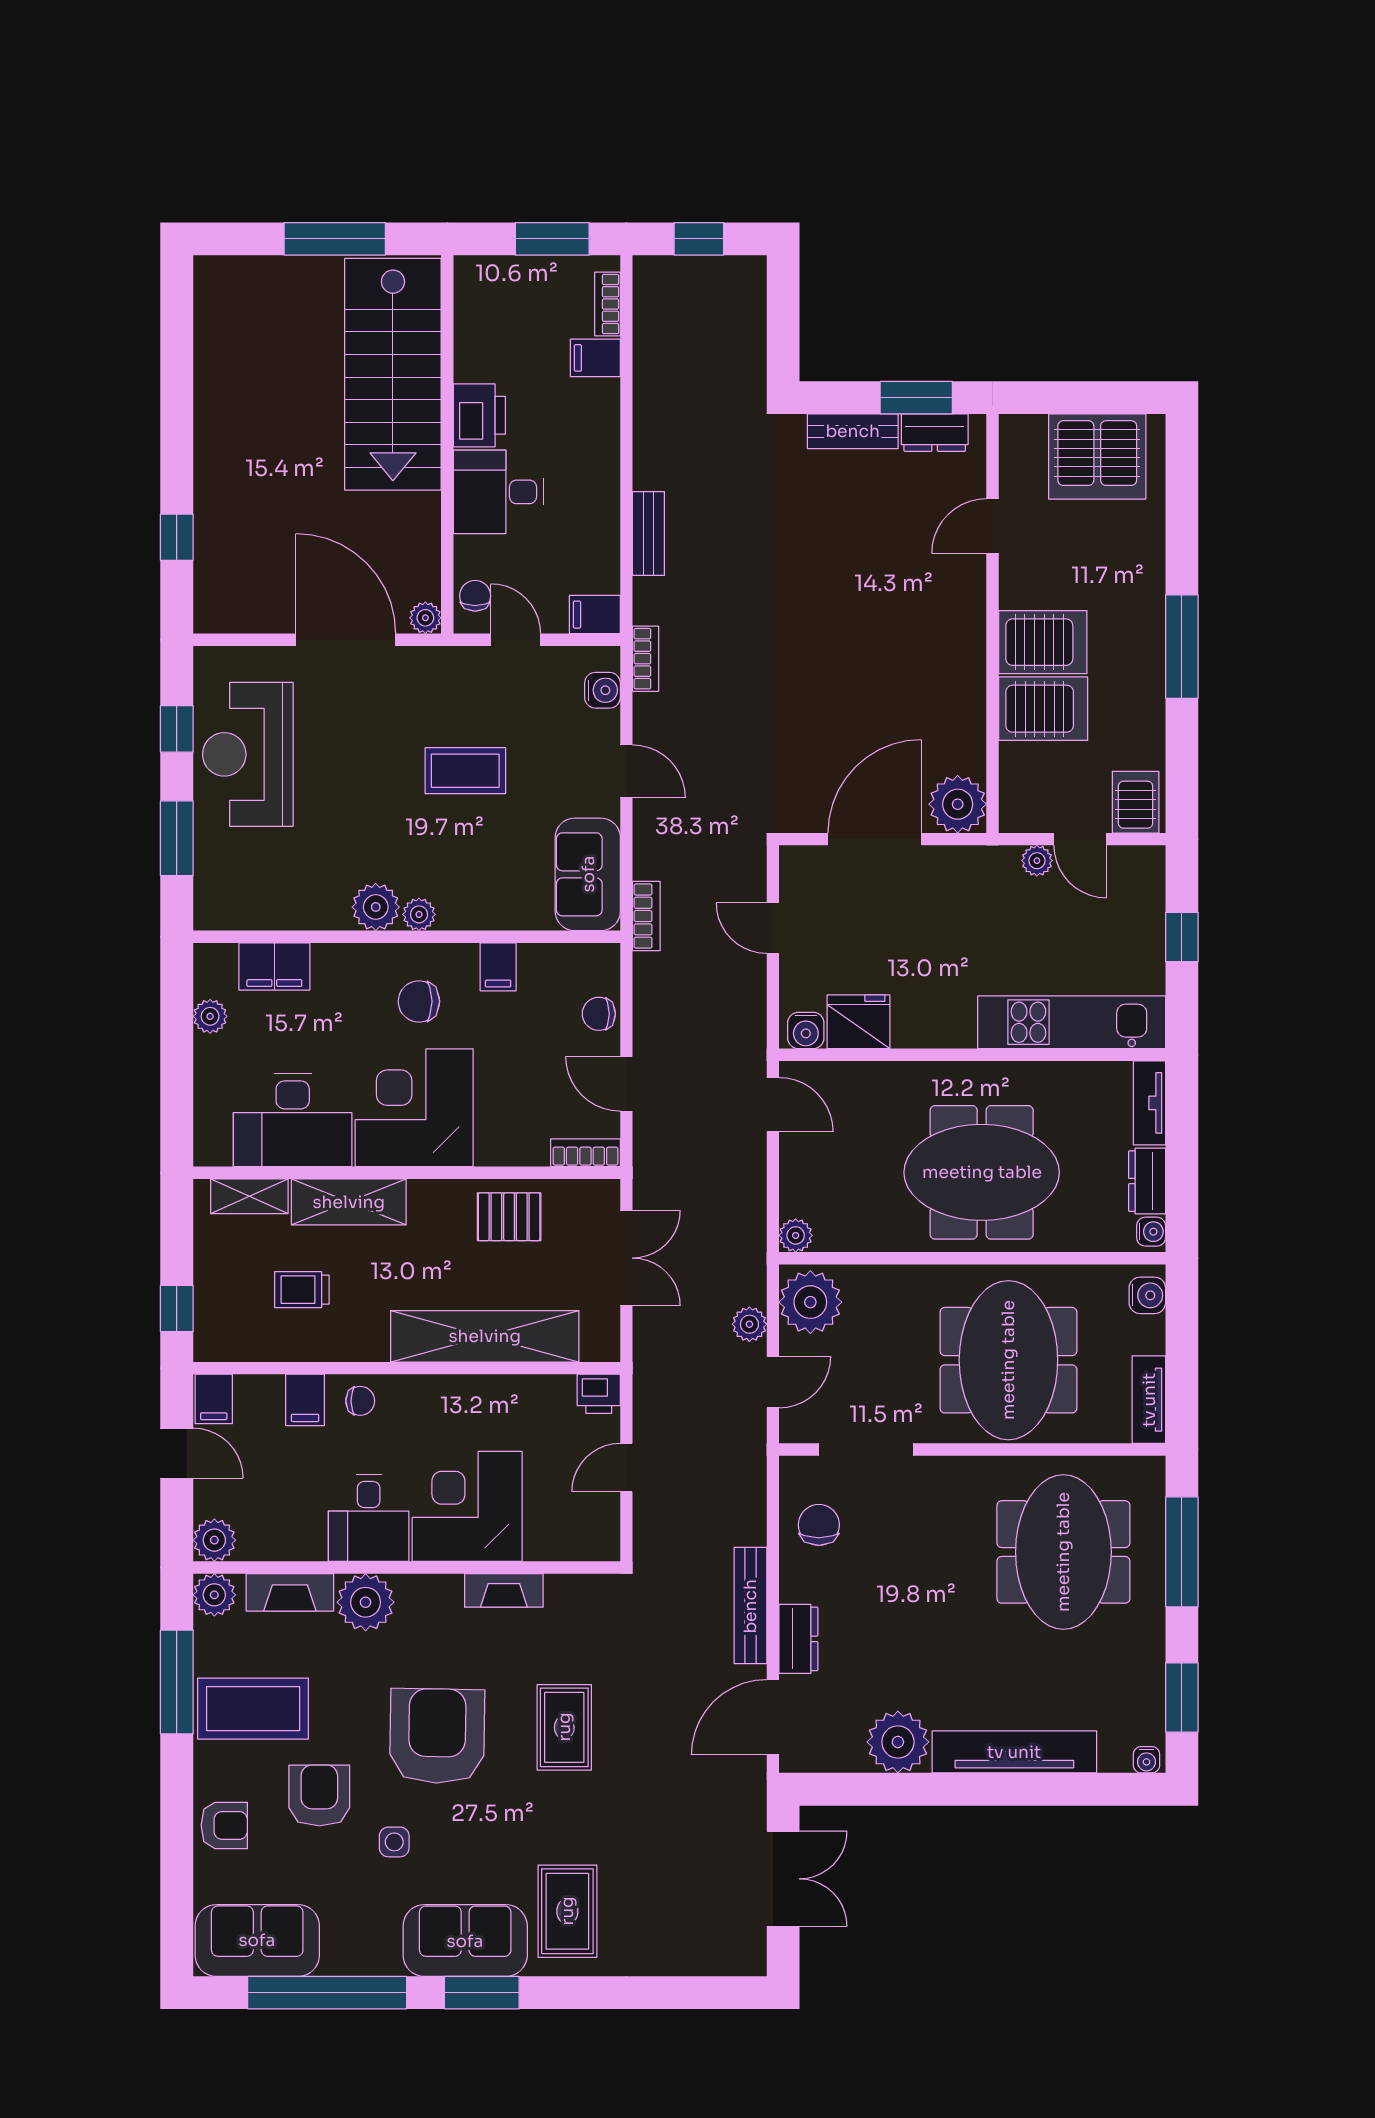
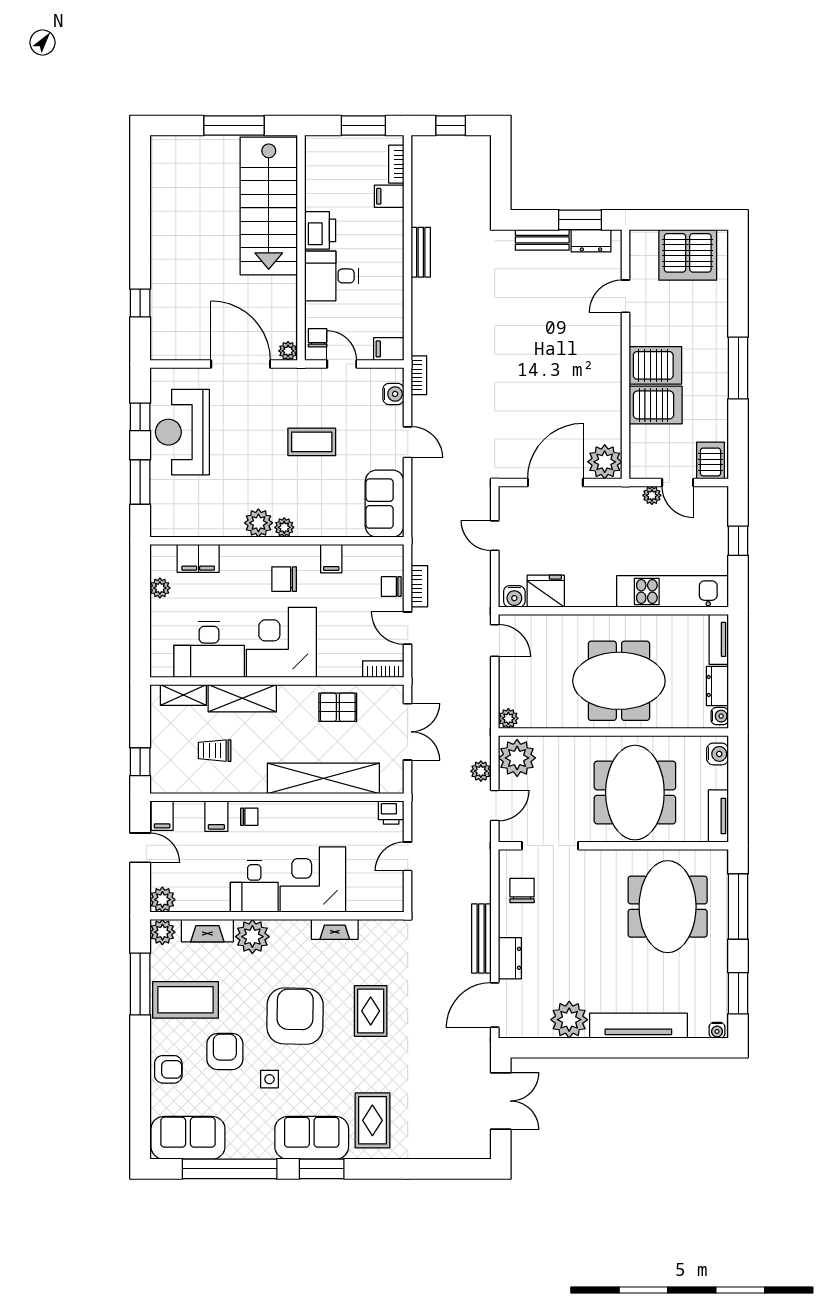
bench: (648, 533) -> (421, 252), moved
bookcase: (646, 916) -> (419, 586), moved

